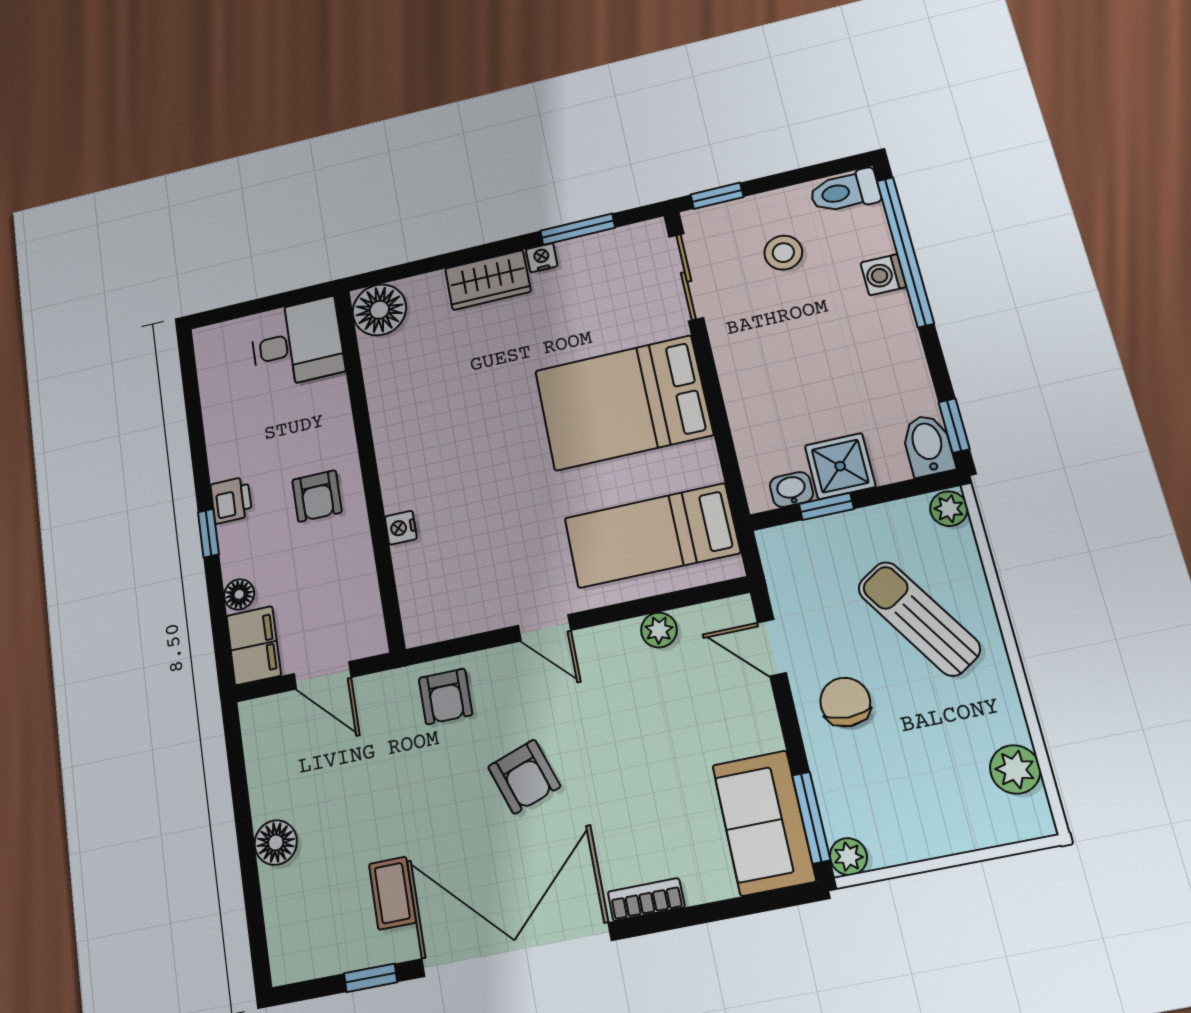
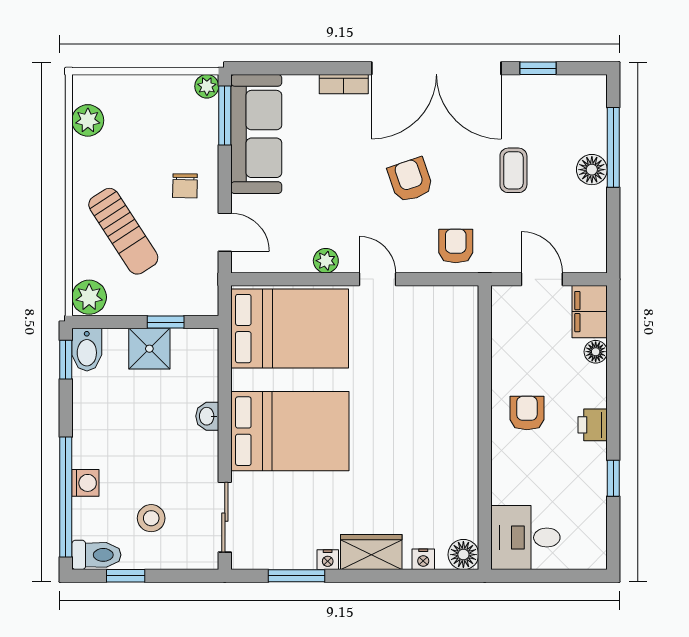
window: (717, 196) -> (126, 576), moved
floor lamp: (379, 310) -> (463, 555), width x0.73, depth x0.73
washbasin: (791, 490) -> (207, 416), moved, turned 90
plant: (949, 509) -> (89, 297), width x1.38, depth x1.38
nightstand: (401, 528) -> (423, 559), moved, turned 90
window: (208, 533) -> (613, 478), moved
bed: (652, 535) -> (290, 329), width x1.50
plant: (659, 630) -> (326, 261), moved
chair: (845, 702) -> (185, 186), width x0.73, depth x0.73
sofa: (764, 823) -> (256, 134), width x1.36
window: (251, 880) -> (613, 147), added
coffee table: (392, 893) -> (513, 170), moved

